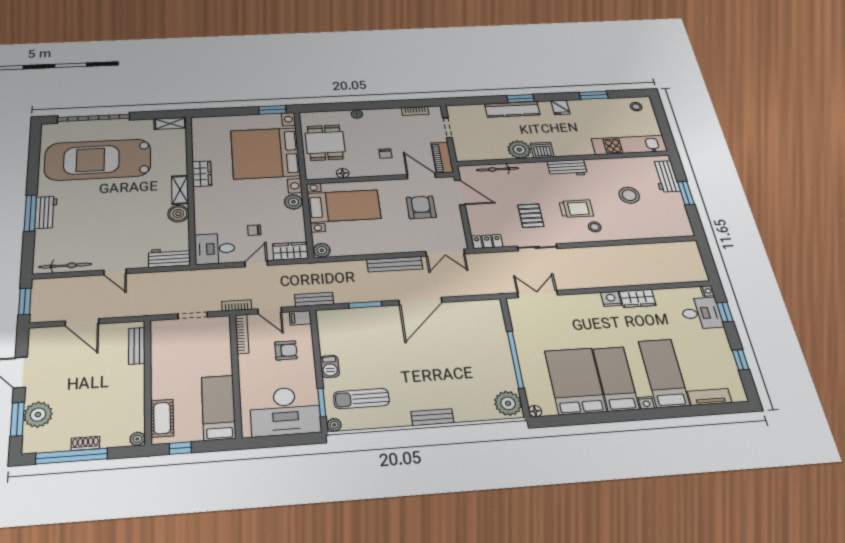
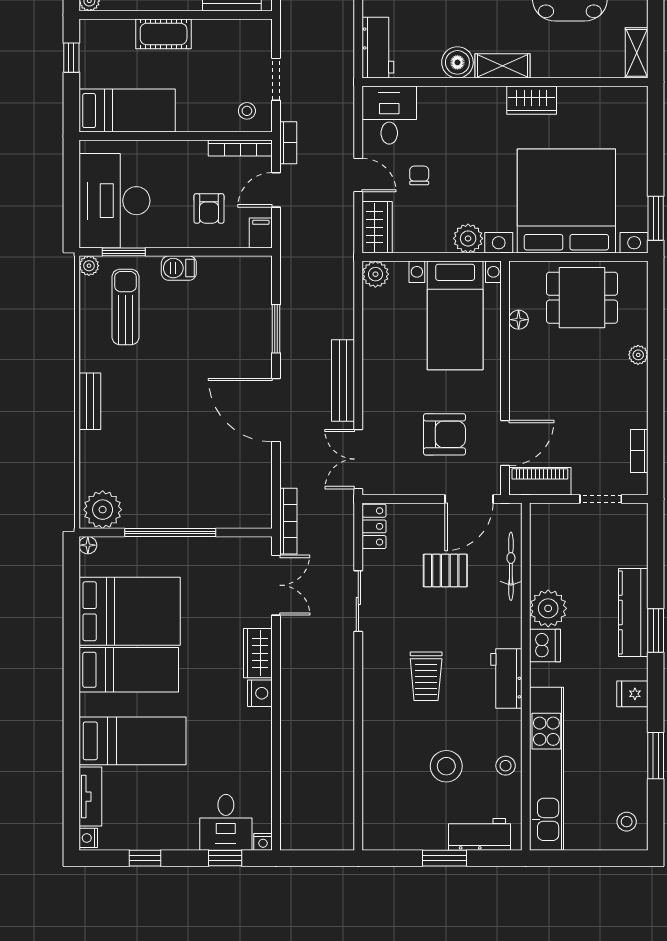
kitchen unit: (629, 145) -> (546, 769), width x1.36
chair: (385, 153) -> (554, 392), removed
pallet: (531, 216) -> (445, 570), moved
stool: (595, 227) -> (506, 766), moved
bookcase: (493, 290) -> (288, 521), added
wardrobe: (638, 298) -> (258, 653), moved
bench: (314, 299) -> (290, 255), removed
stool: (216, 332) -> (247, 111), added
nightstand: (646, 403) -> (88, 838), moved
cot: (162, 418) -> (164, 34), moved

